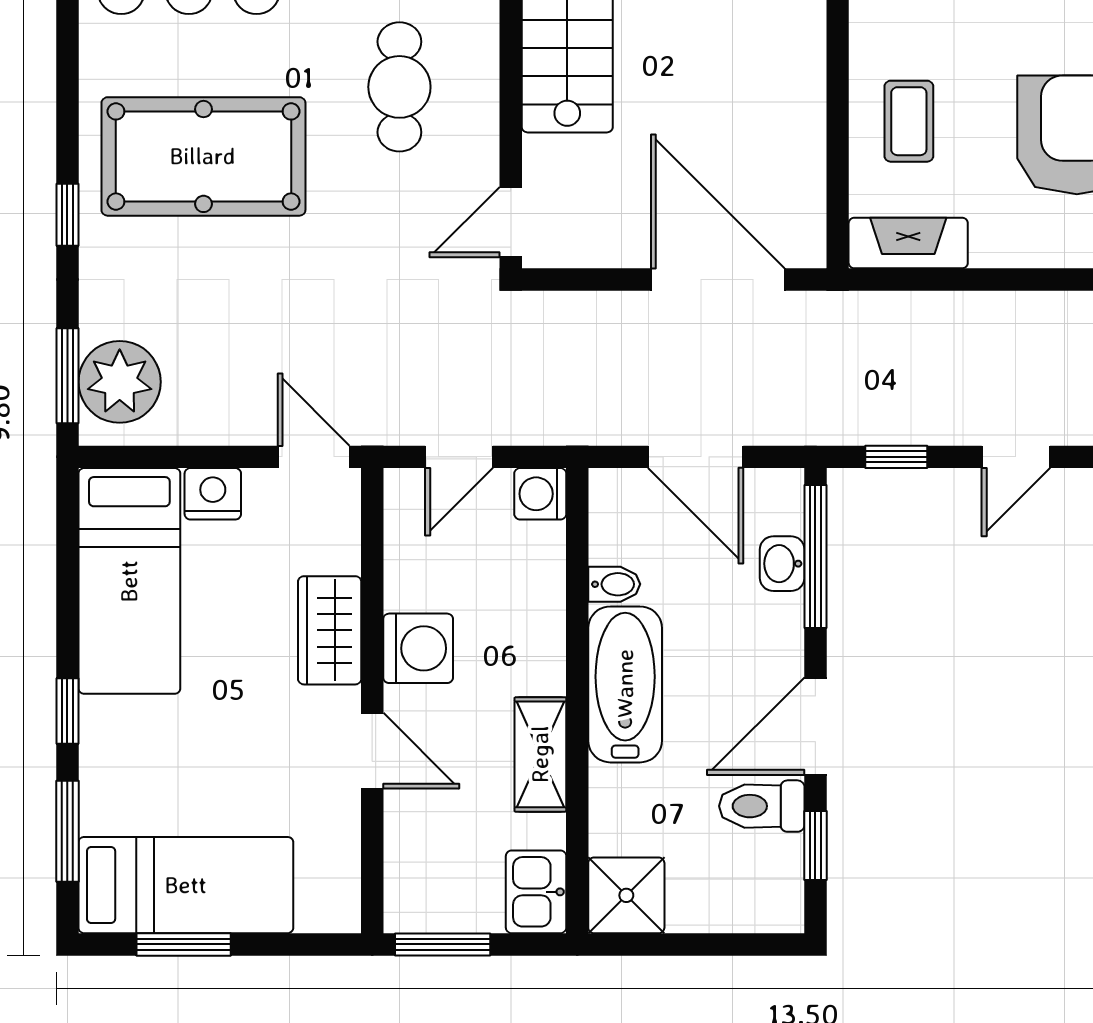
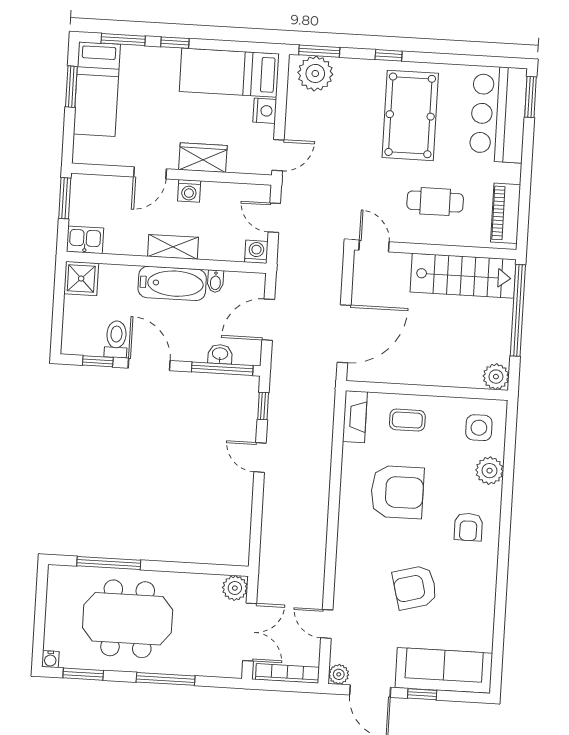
washing machine: (418, 648) -> (189, 191), width x0.73, depth x0.73
shelving: (540, 754) -> (173, 247), moved

